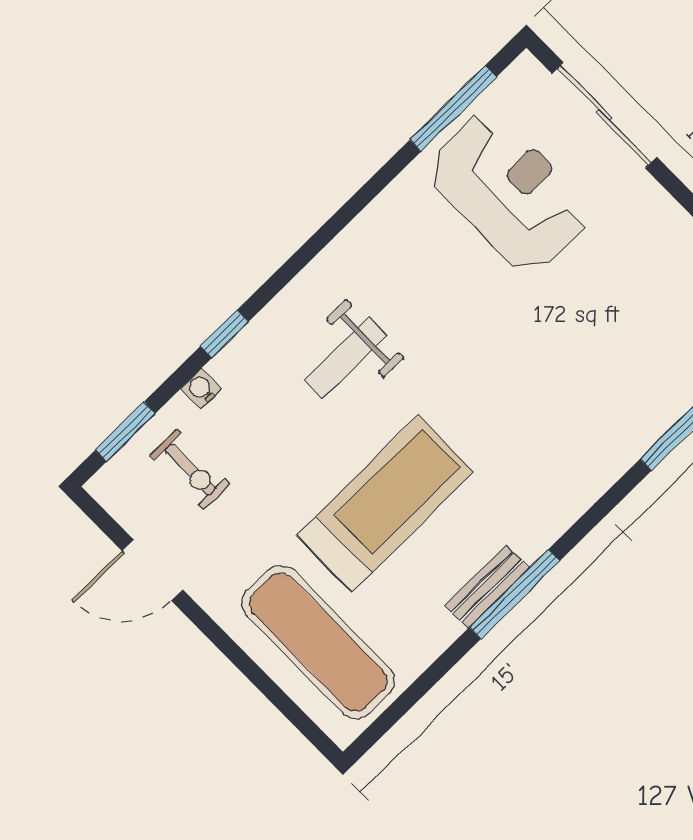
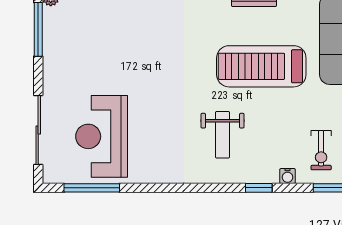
weight bench: (346, 358) -> (223, 135), turned 90
exercise bike: (190, 469) -> (321, 150), turned 180

